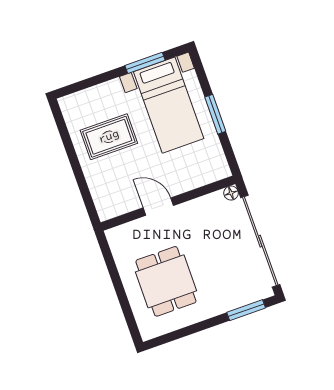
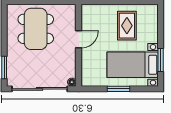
dining table: (166, 281) -> (36, 29), width x1.38

